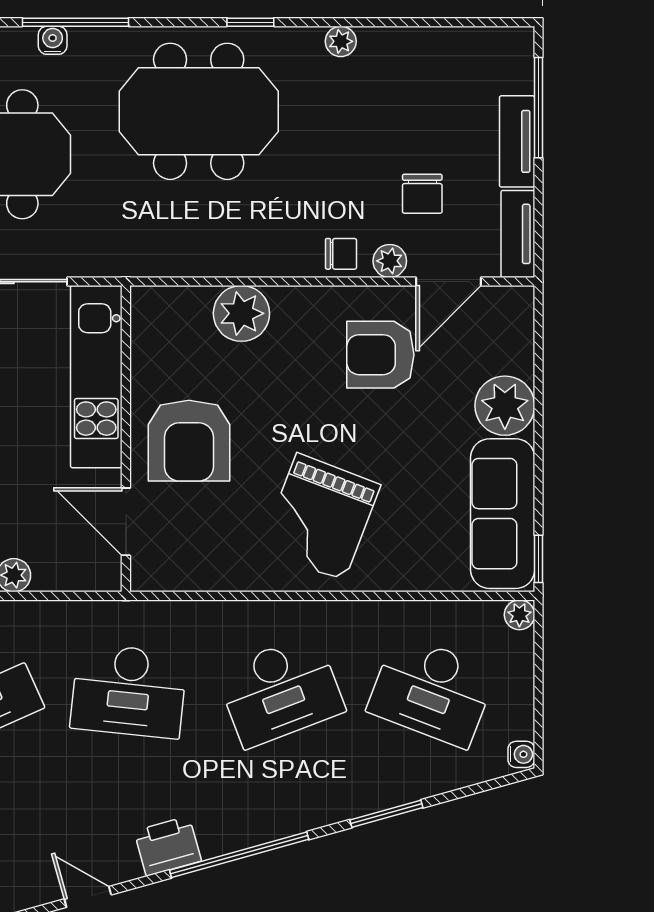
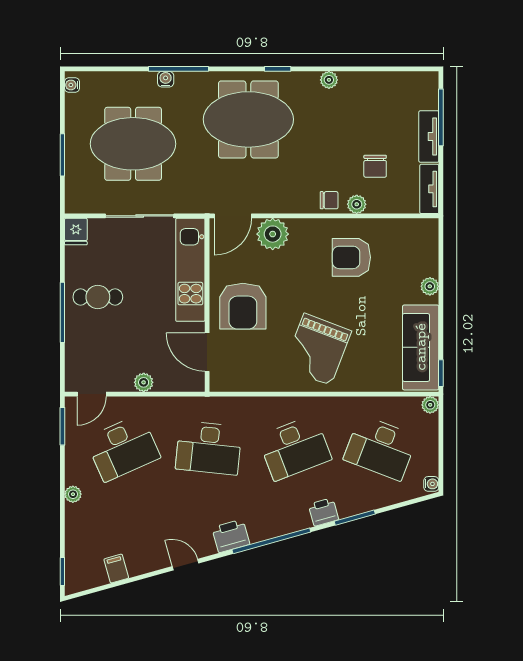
door: (448, 282) -> (233, 216), moved
plant: (505, 406) -> (430, 286), width x0.53, depth x0.53
printer: (331, 804) -> (323, 512), added

